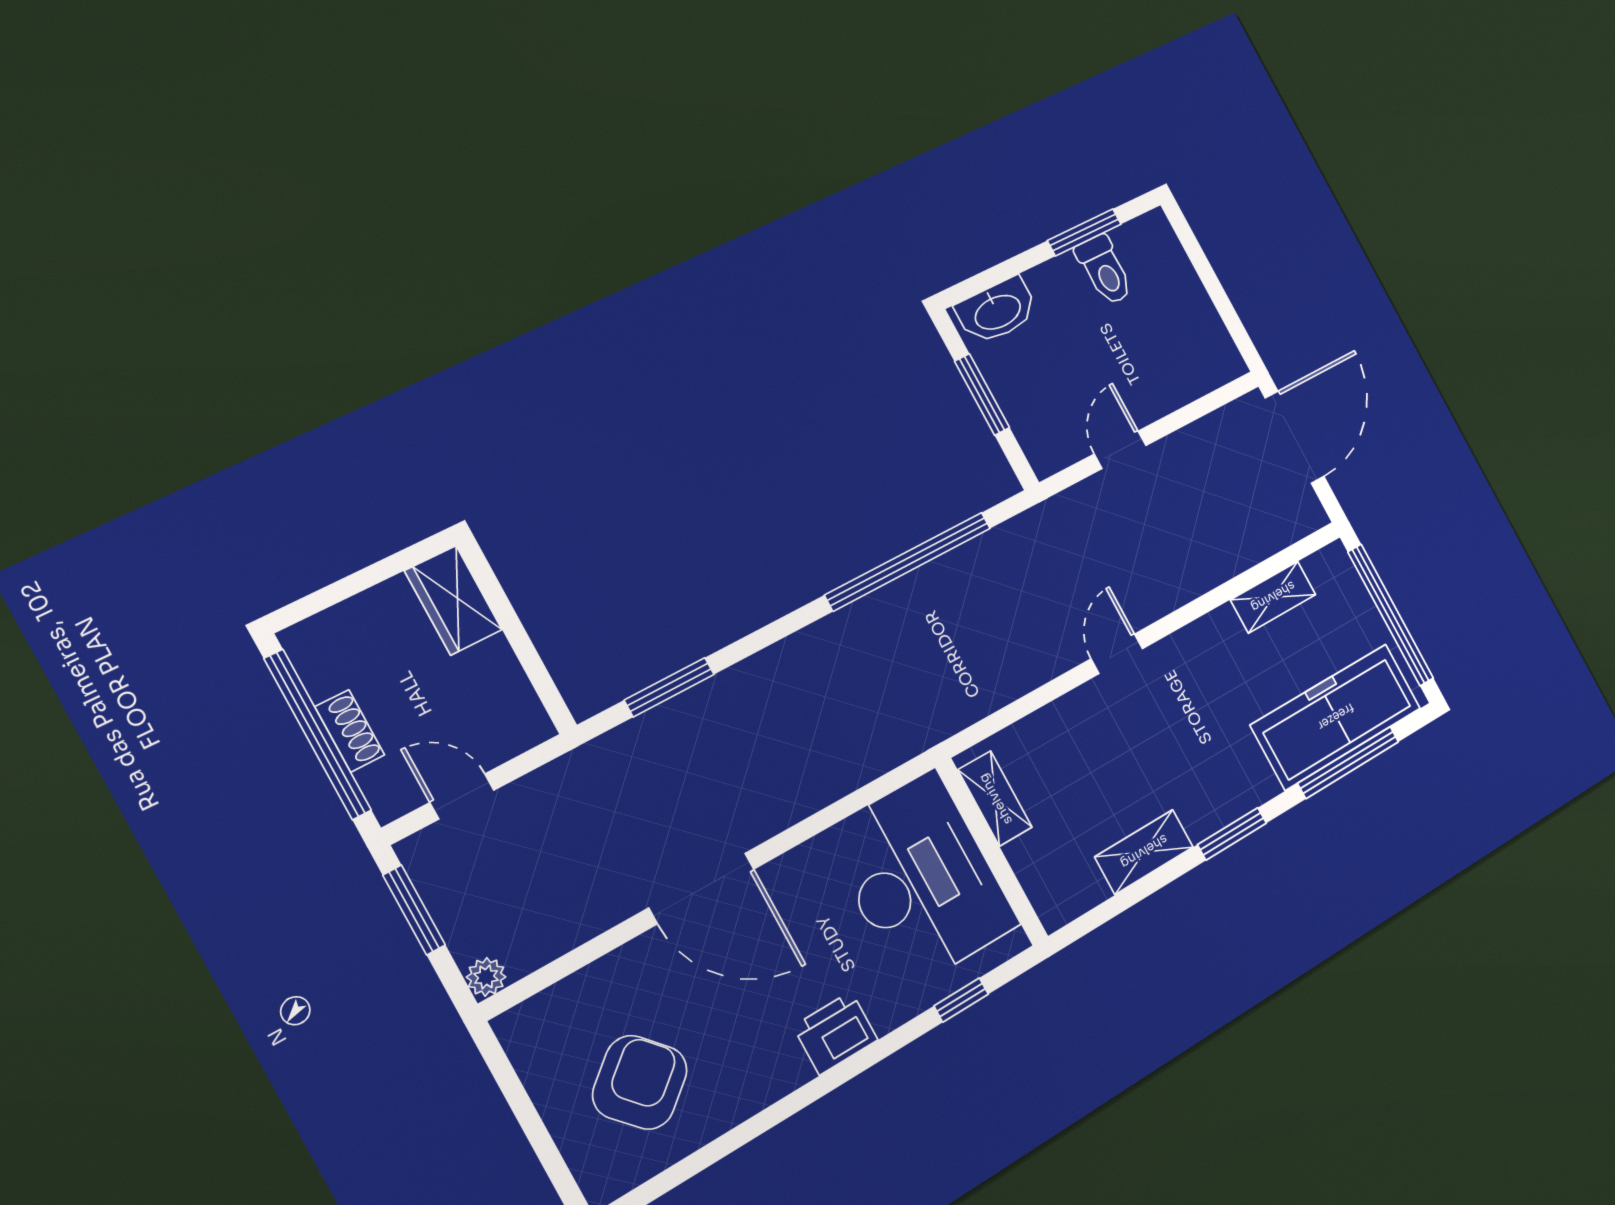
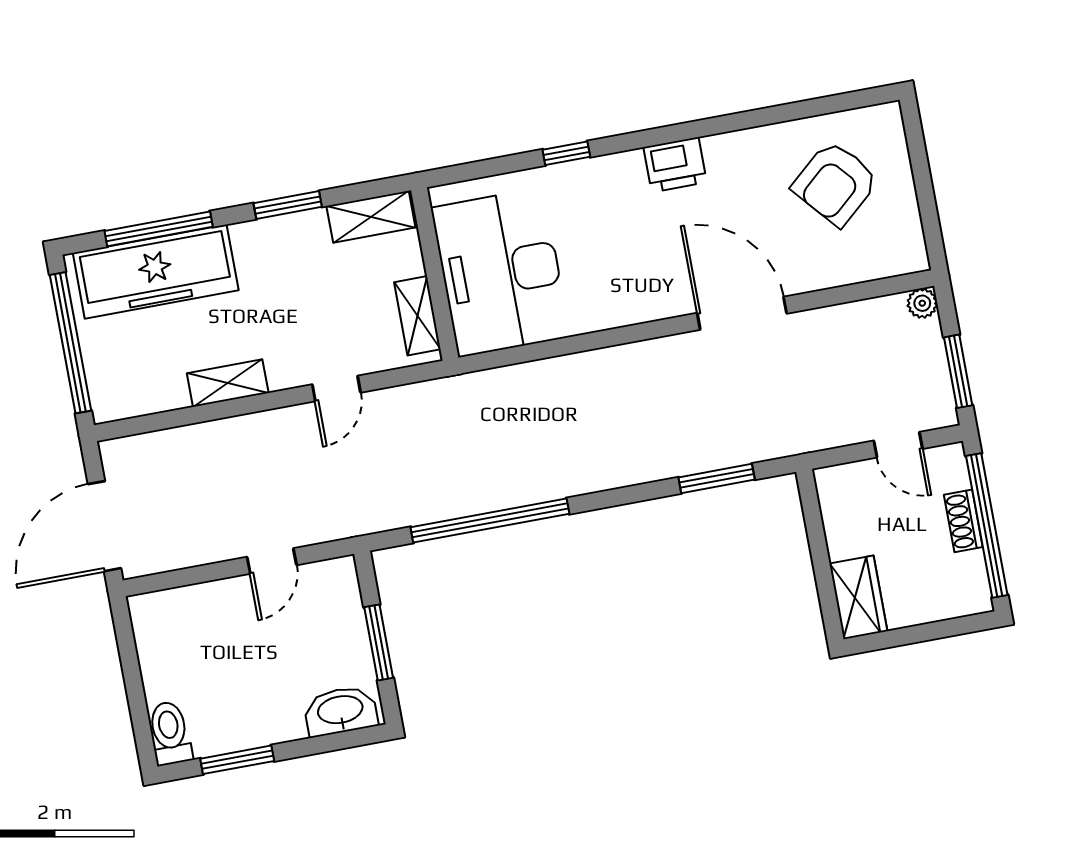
toilet: (1105, 270) -> (170, 733), moved
shelving: (1273, 597) -> (228, 383), moved
shelving: (995, 799) -> (417, 316), moved
wall: (992, 852) -> (435, 274), moved
desk: (921, 879) -> (501, 272), moved

